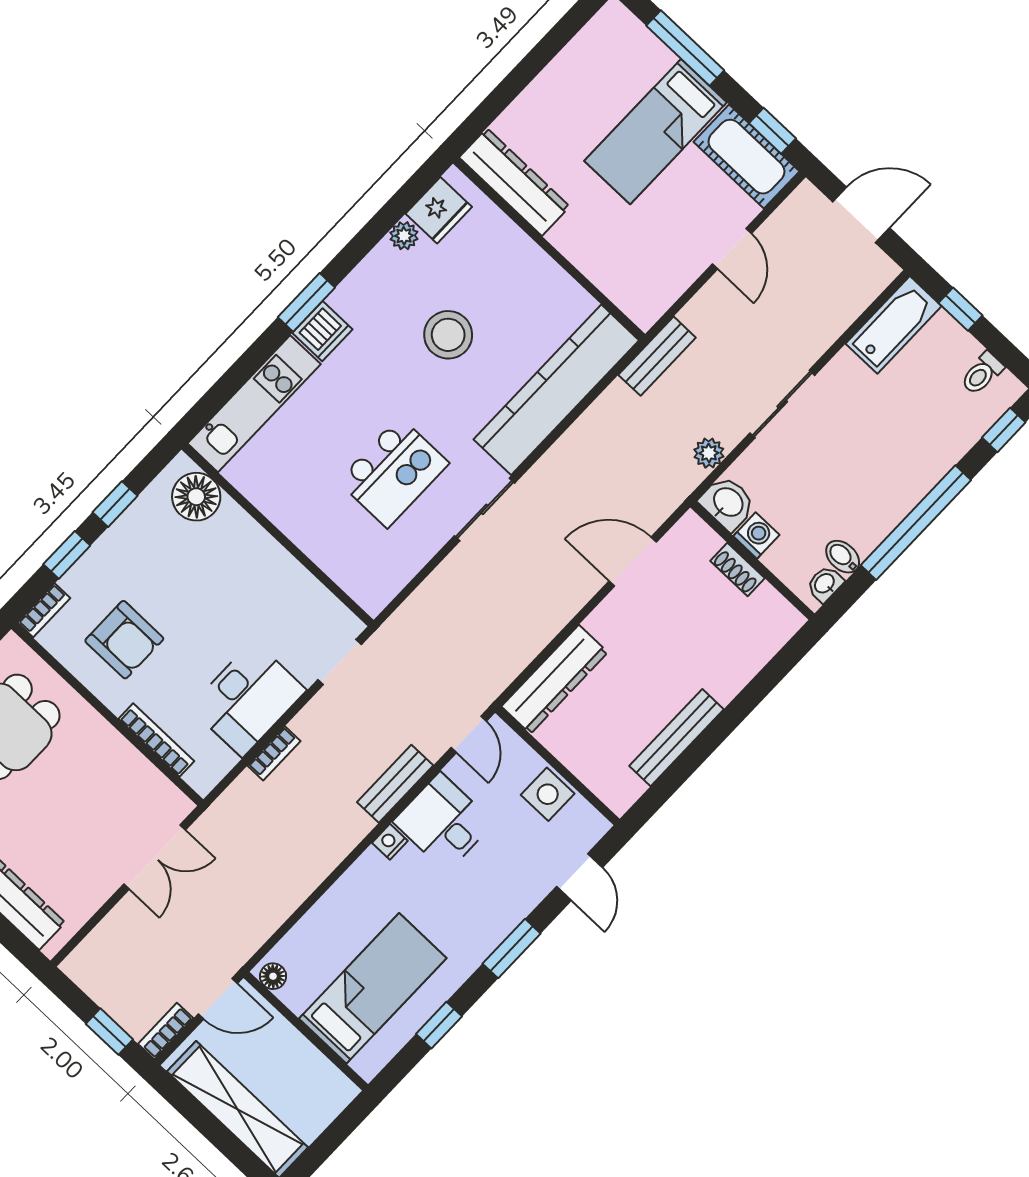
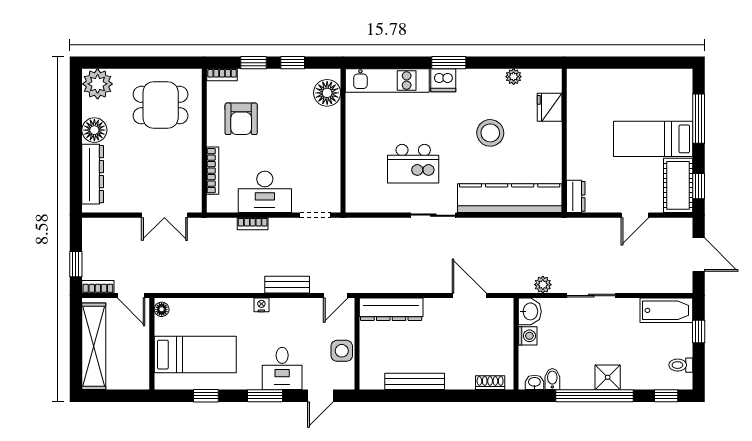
dresser: (514, 182) -> (576, 196), moved, width x0.51, depth x0.80
fridge: (439, 210) -> (550, 107), moved, turned 90
bench: (657, 356) -> (562, 226), removed
shower: (908, 483) -> (608, 377), added
shoe rack: (737, 569) -> (490, 383), moved, turned 90
desk: (443, 822) -> (282, 368), moved, turned 180

